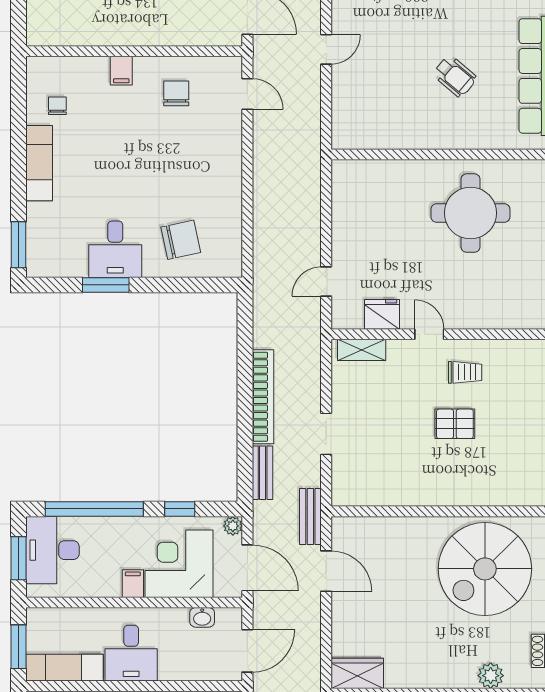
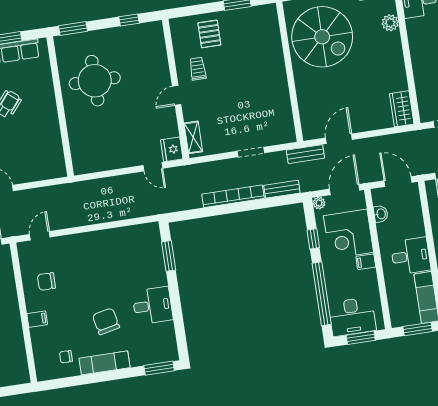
chair: (181, 240) -> (106, 321), moved
window: (106, 285) -> (169, 256), moved
fridge: (382, 314) -> (172, 149), moved
pallet: (455, 424) -> (209, 34), moved

